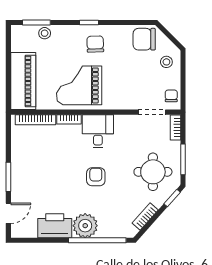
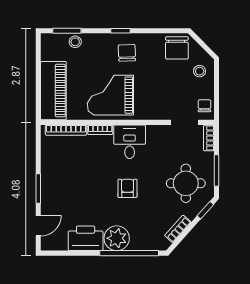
chair: (144, 39) -> (177, 48), turned -90

